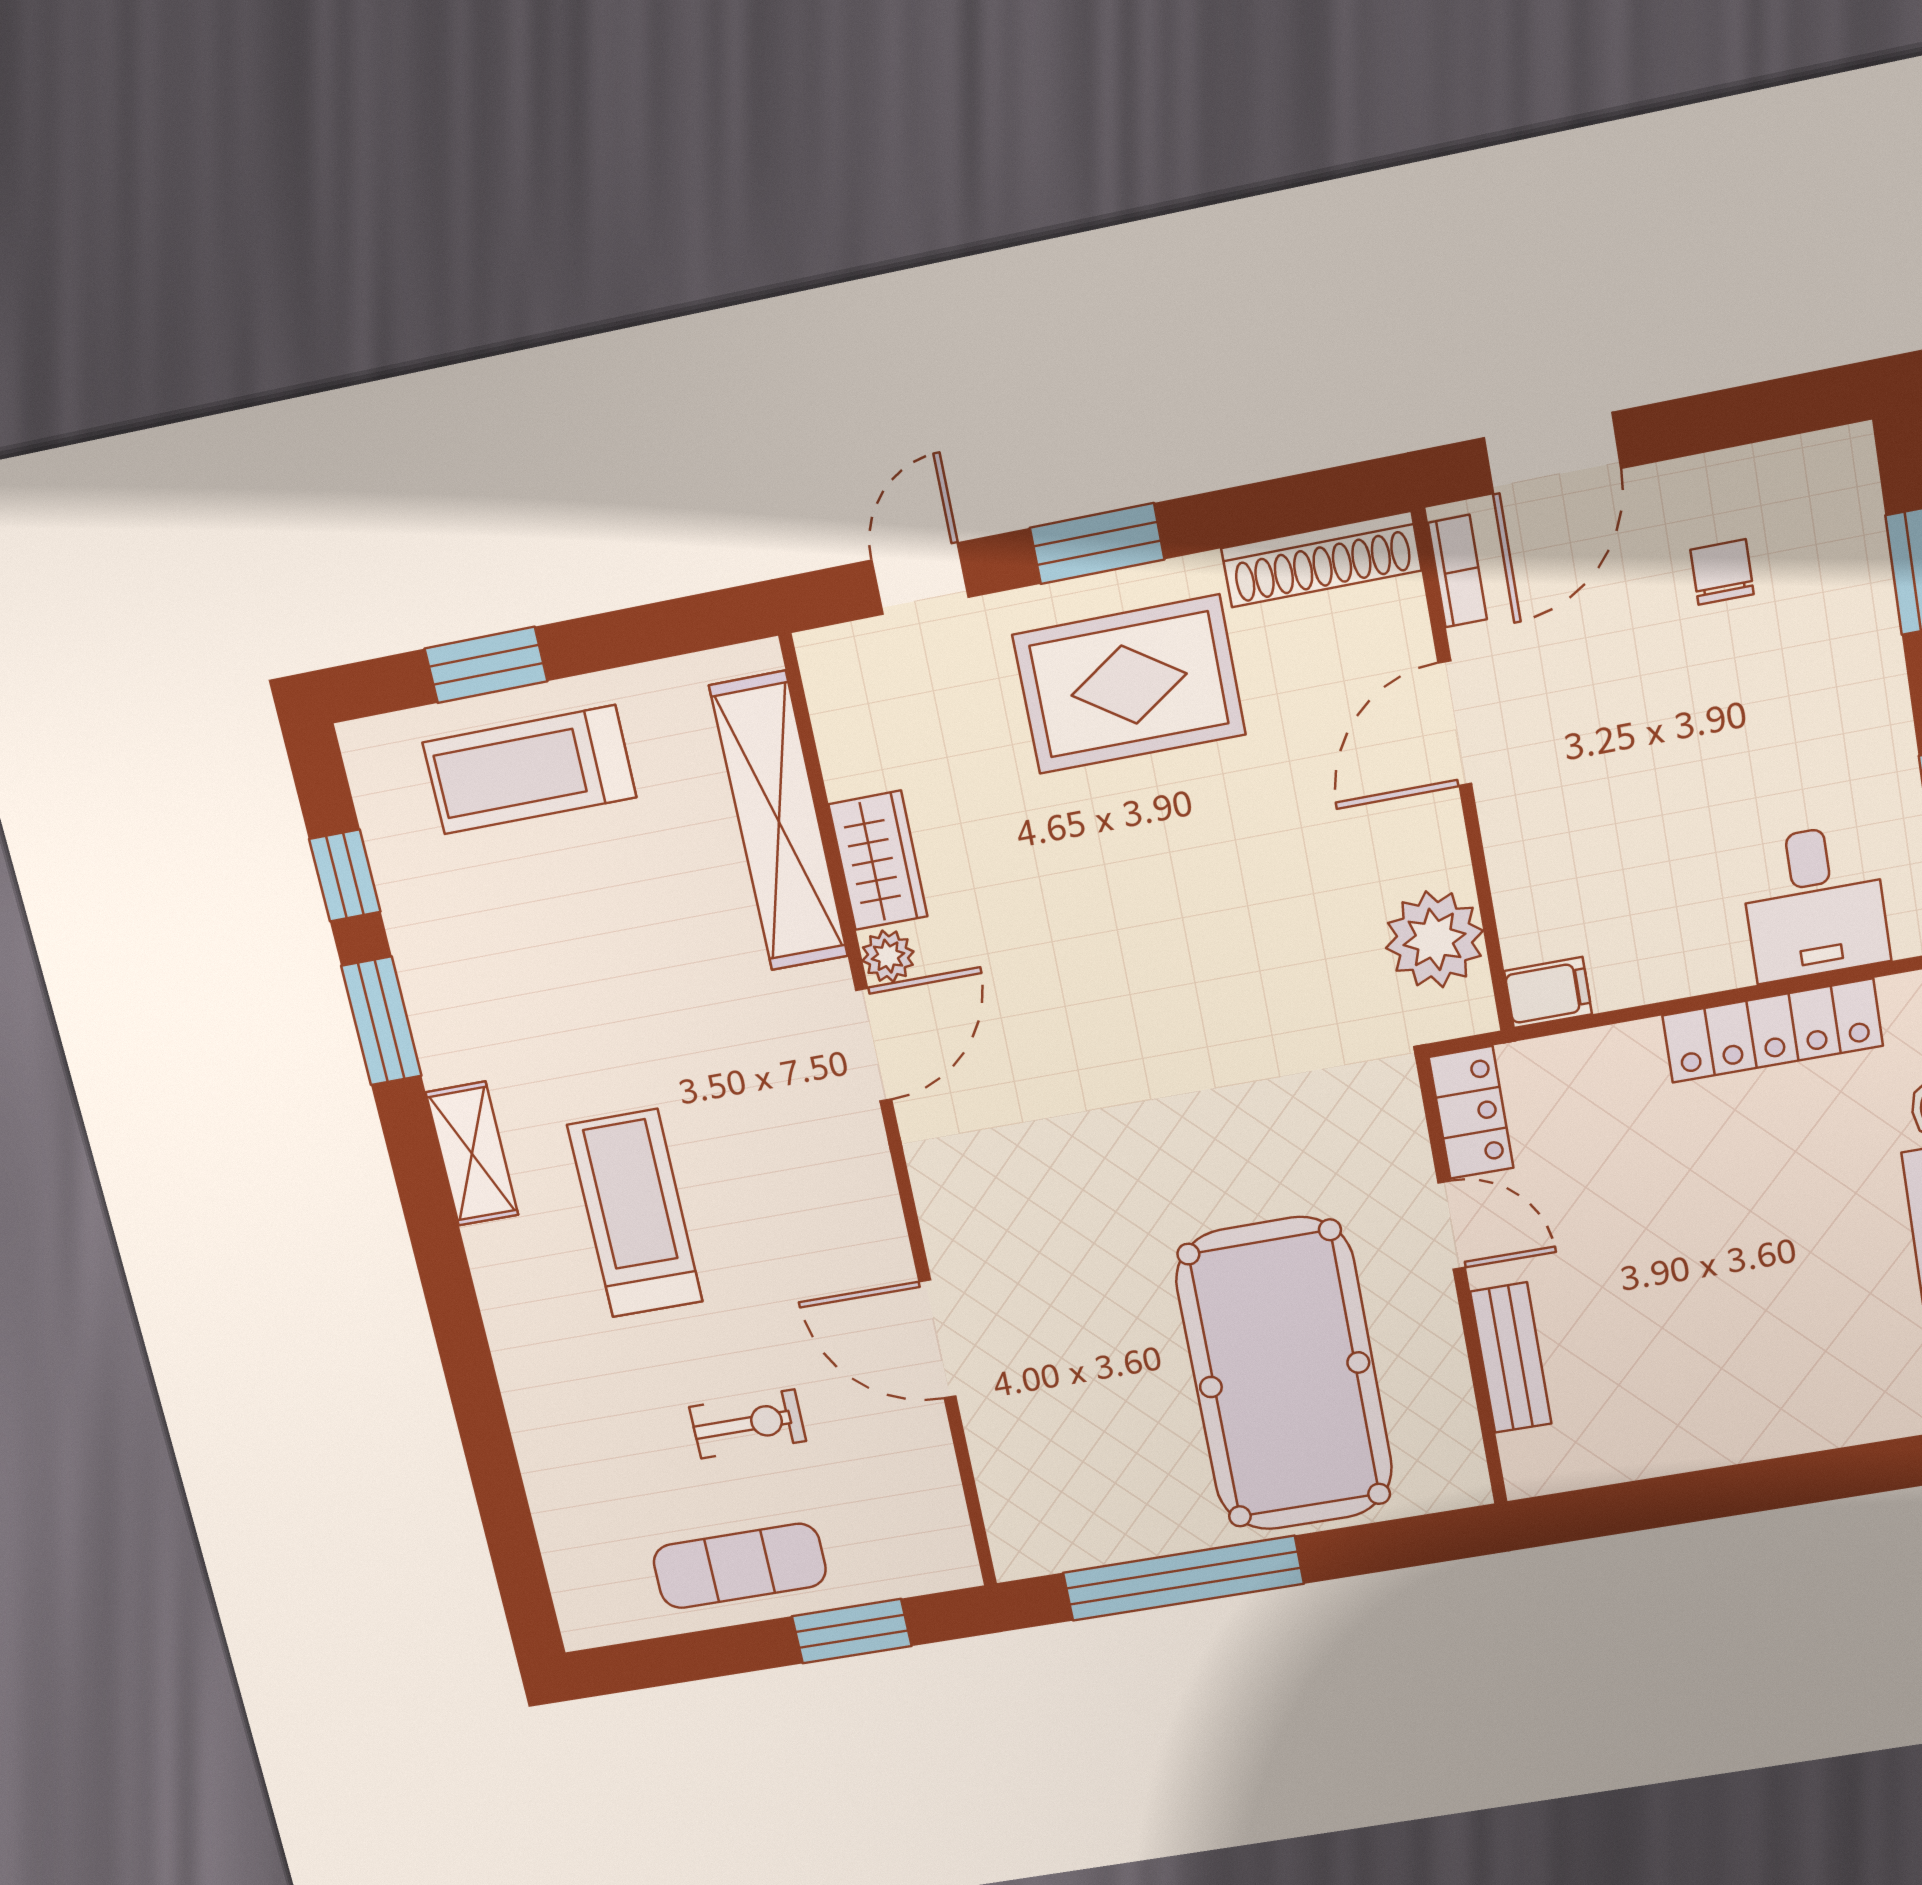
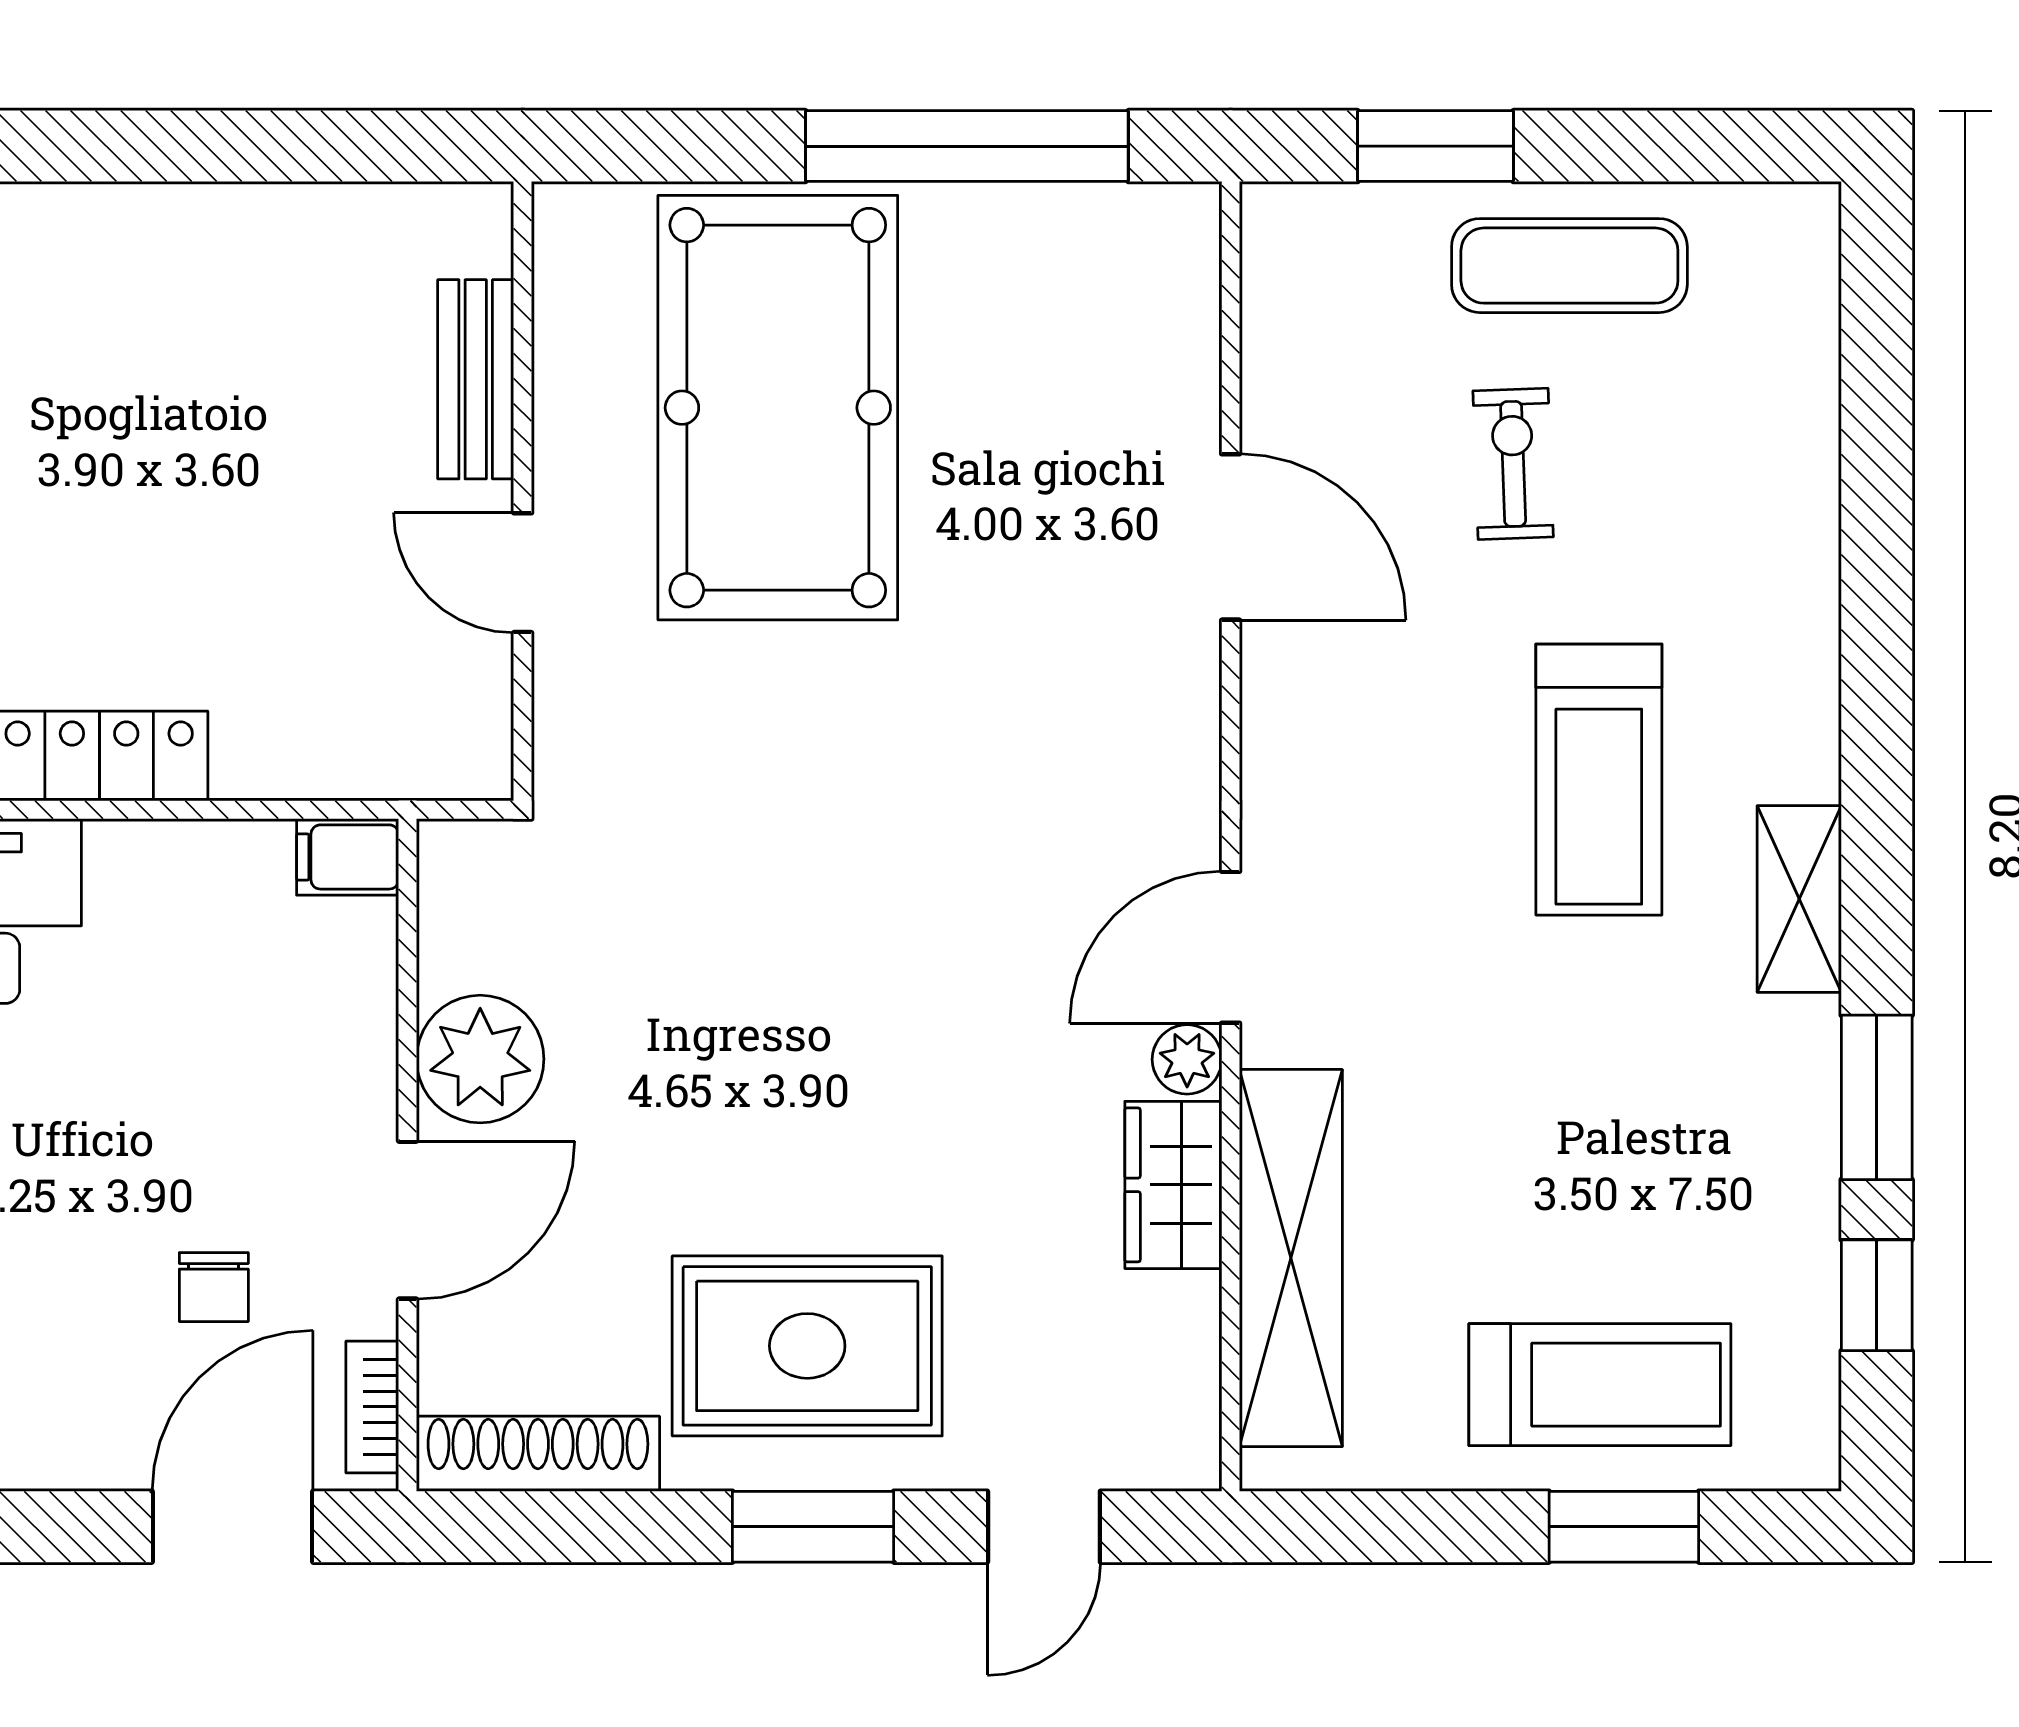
chair: (1722, 572) -> (214, 1287), moved
plant: (1434, 939) -> (480, 1059), moved
locker: (1471, 1112) -> (472, 718), removed
exercise bike: (748, 1424) -> (1513, 464), turned 88

